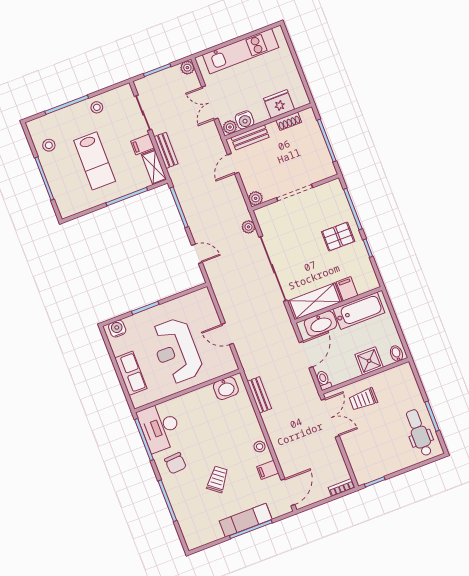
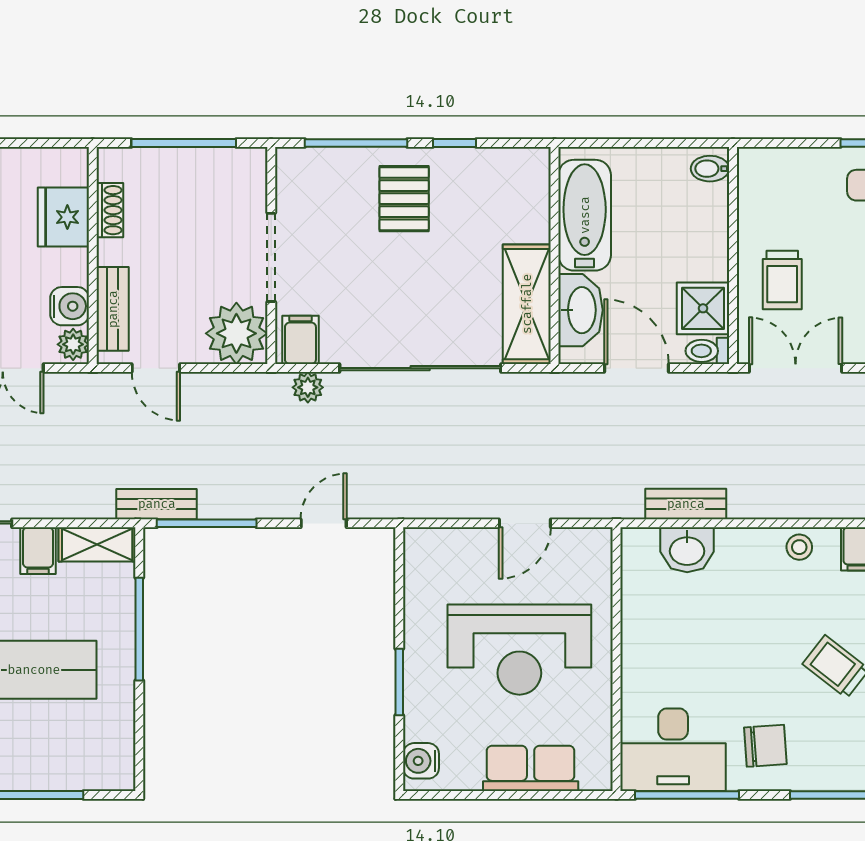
bench: (166, 150) -> (157, 504), moved
plant: (256, 198) -> (236, 333), width x1.87, depth x1.87
filing cabinet: (347, 289) -> (300, 340), moved, turned 90
shower: (369, 361) -> (703, 308), moved
washbasin: (226, 388) -> (687, 550), moved, turned 90

